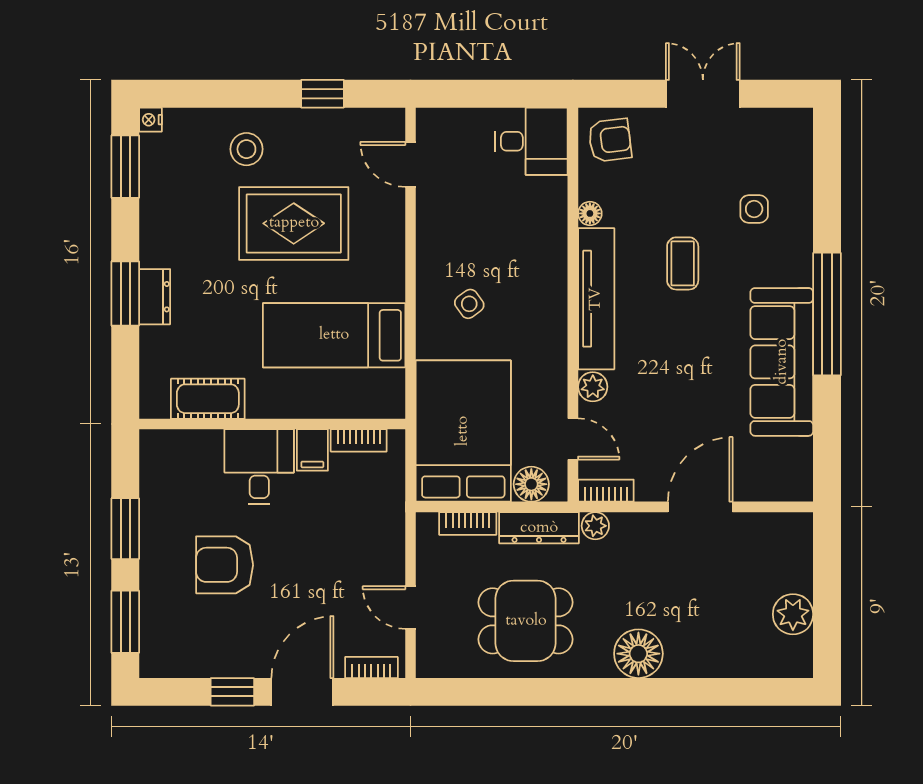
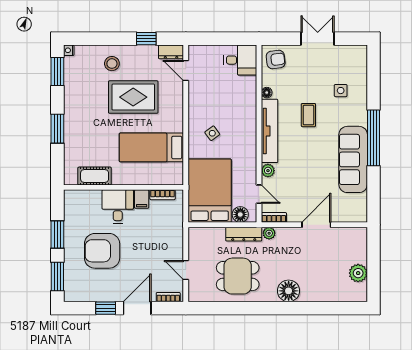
dresser: (155, 297) -> (171, 52), moved, turned 90
bookcase: (468, 524) -> (212, 232), removed
armchair: (225, 565) -> (102, 251), width x1.36, depth x1.36

